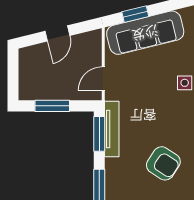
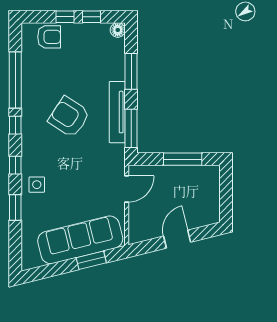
tv unit: (112, 129) -> (117, 112), moved
armchair: (163, 163) -> (69, 117), moved

